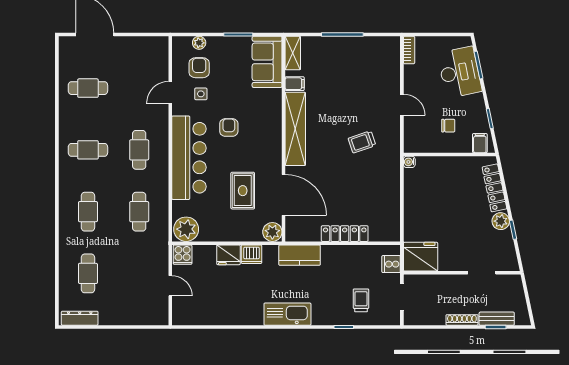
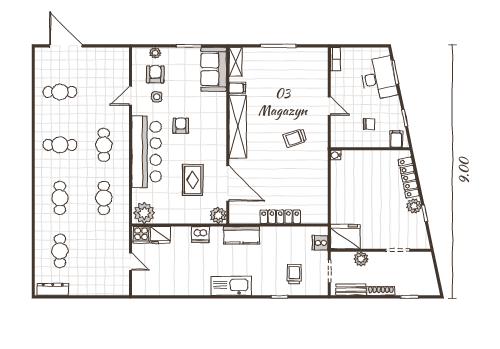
fridge: (228, 255) -> (160, 235), moved
plant: (439, 283) -> (361, 259), added
bench: (497, 319) -> (351, 290), moved

